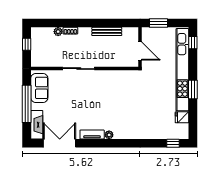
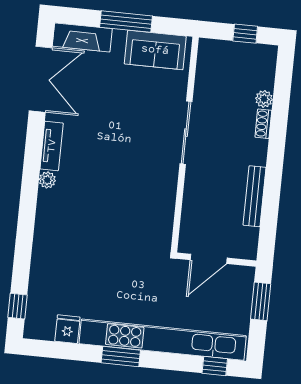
window: (27, 104) -> (126, 22), width x0.68

